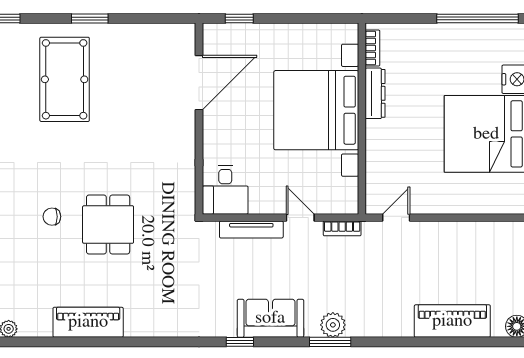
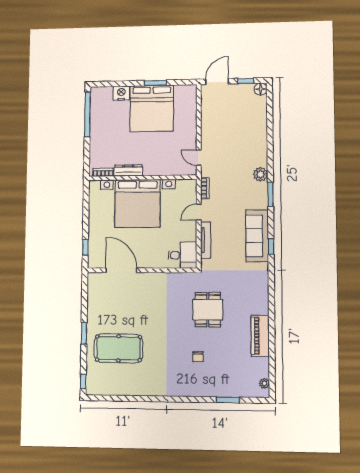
dining table: (108, 225) -> (208, 310), moved, turned 90
sofa: (270, 318) -> (257, 236), width x1.36
piano: (452, 321) -> (258, 125), removed
plant: (333, 325) -> (260, 174), moved

